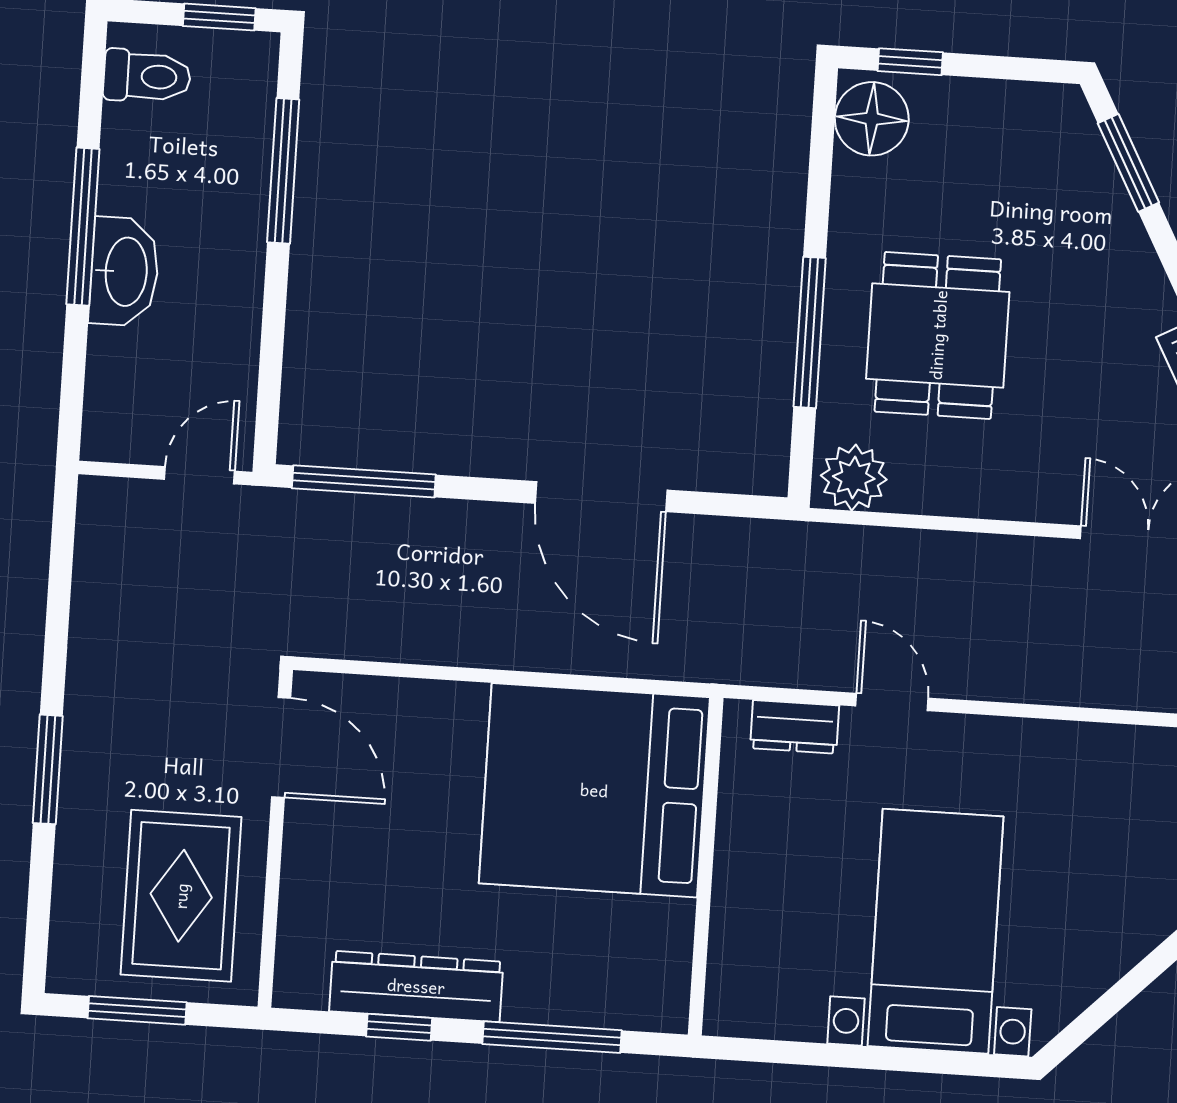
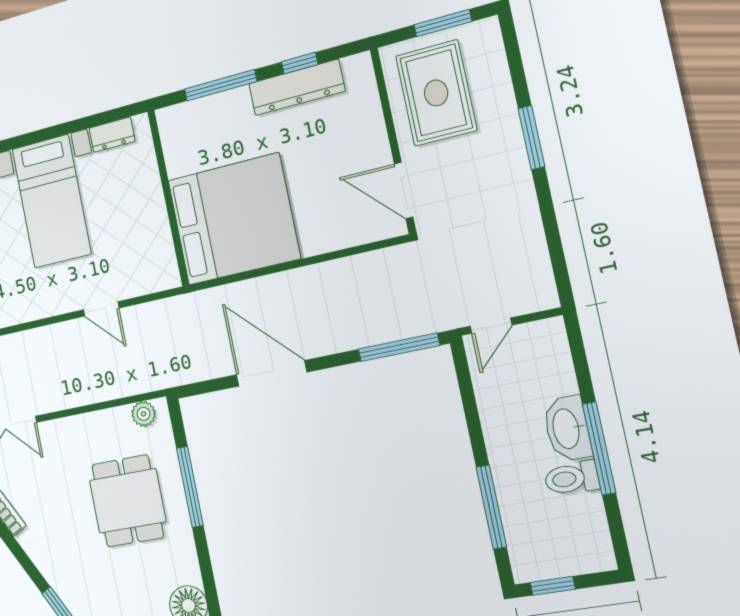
toilet: (147, 76) -> (572, 478), moved
plant: (854, 477) -> (144, 414), width x0.73, depth x0.73
dresser: (795, 727) -> (112, 135), moved, turned 180

